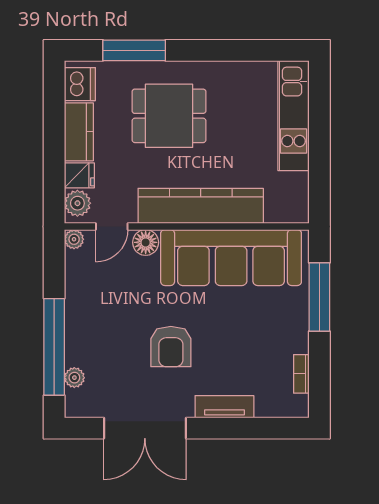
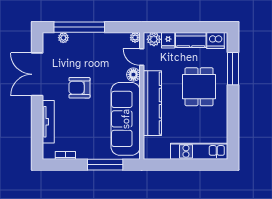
tv unit: (224, 407) -> (48, 122), width x1.41

